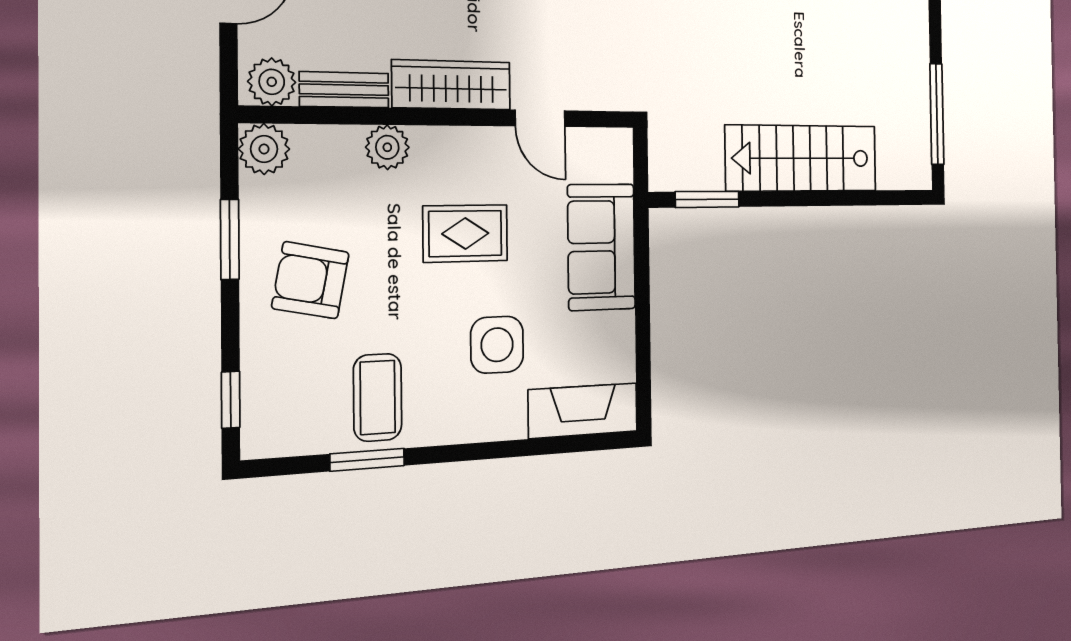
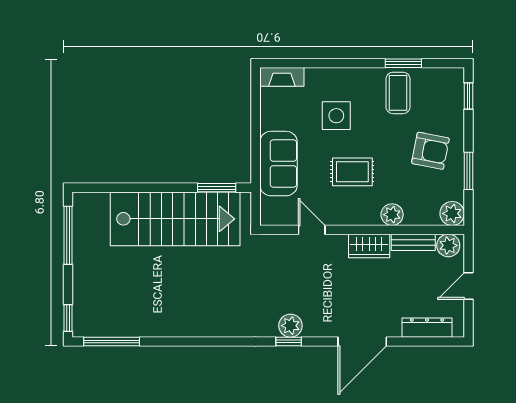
wardrobe: (452, 85) -> (369, 246), width x0.67
stairs: (802, 158) -> (175, 219), width x1.36, depth x1.51
fireplace: (583, 411) -> (282, 77), width x0.73, depth x0.76

